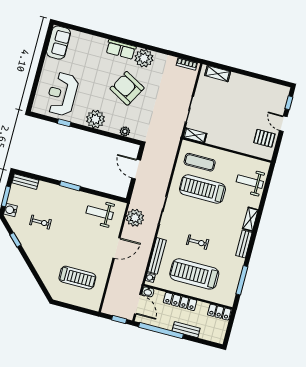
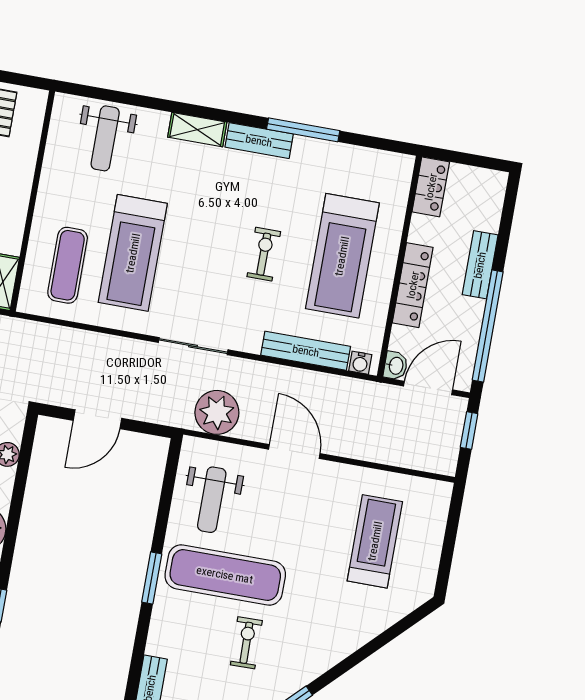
exercise mat: (69, 216) -> (225, 575), added
window: (242, 280) -> (303, 130), moved

